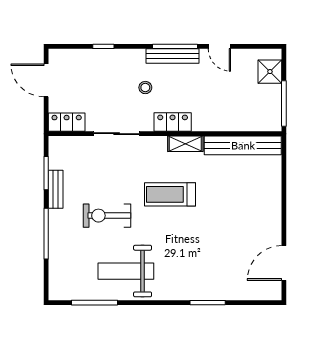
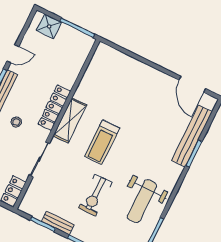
locker: (173, 122) -> (54, 108), width x1.53
shelving: (185, 144) -> (70, 120), width x1.50, depth x1.33
bench: (243, 145) -> (192, 136), moved

